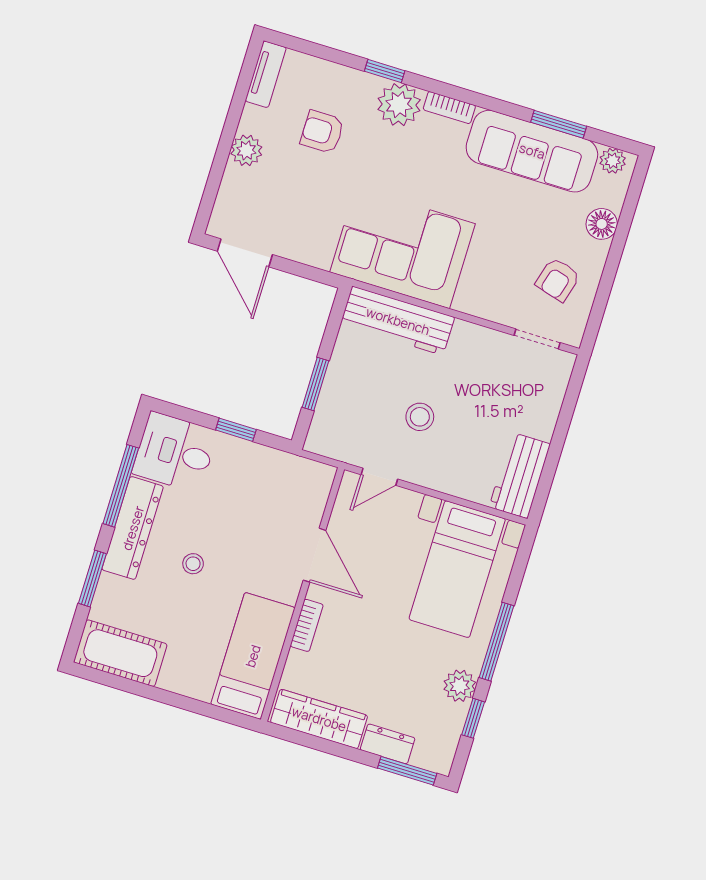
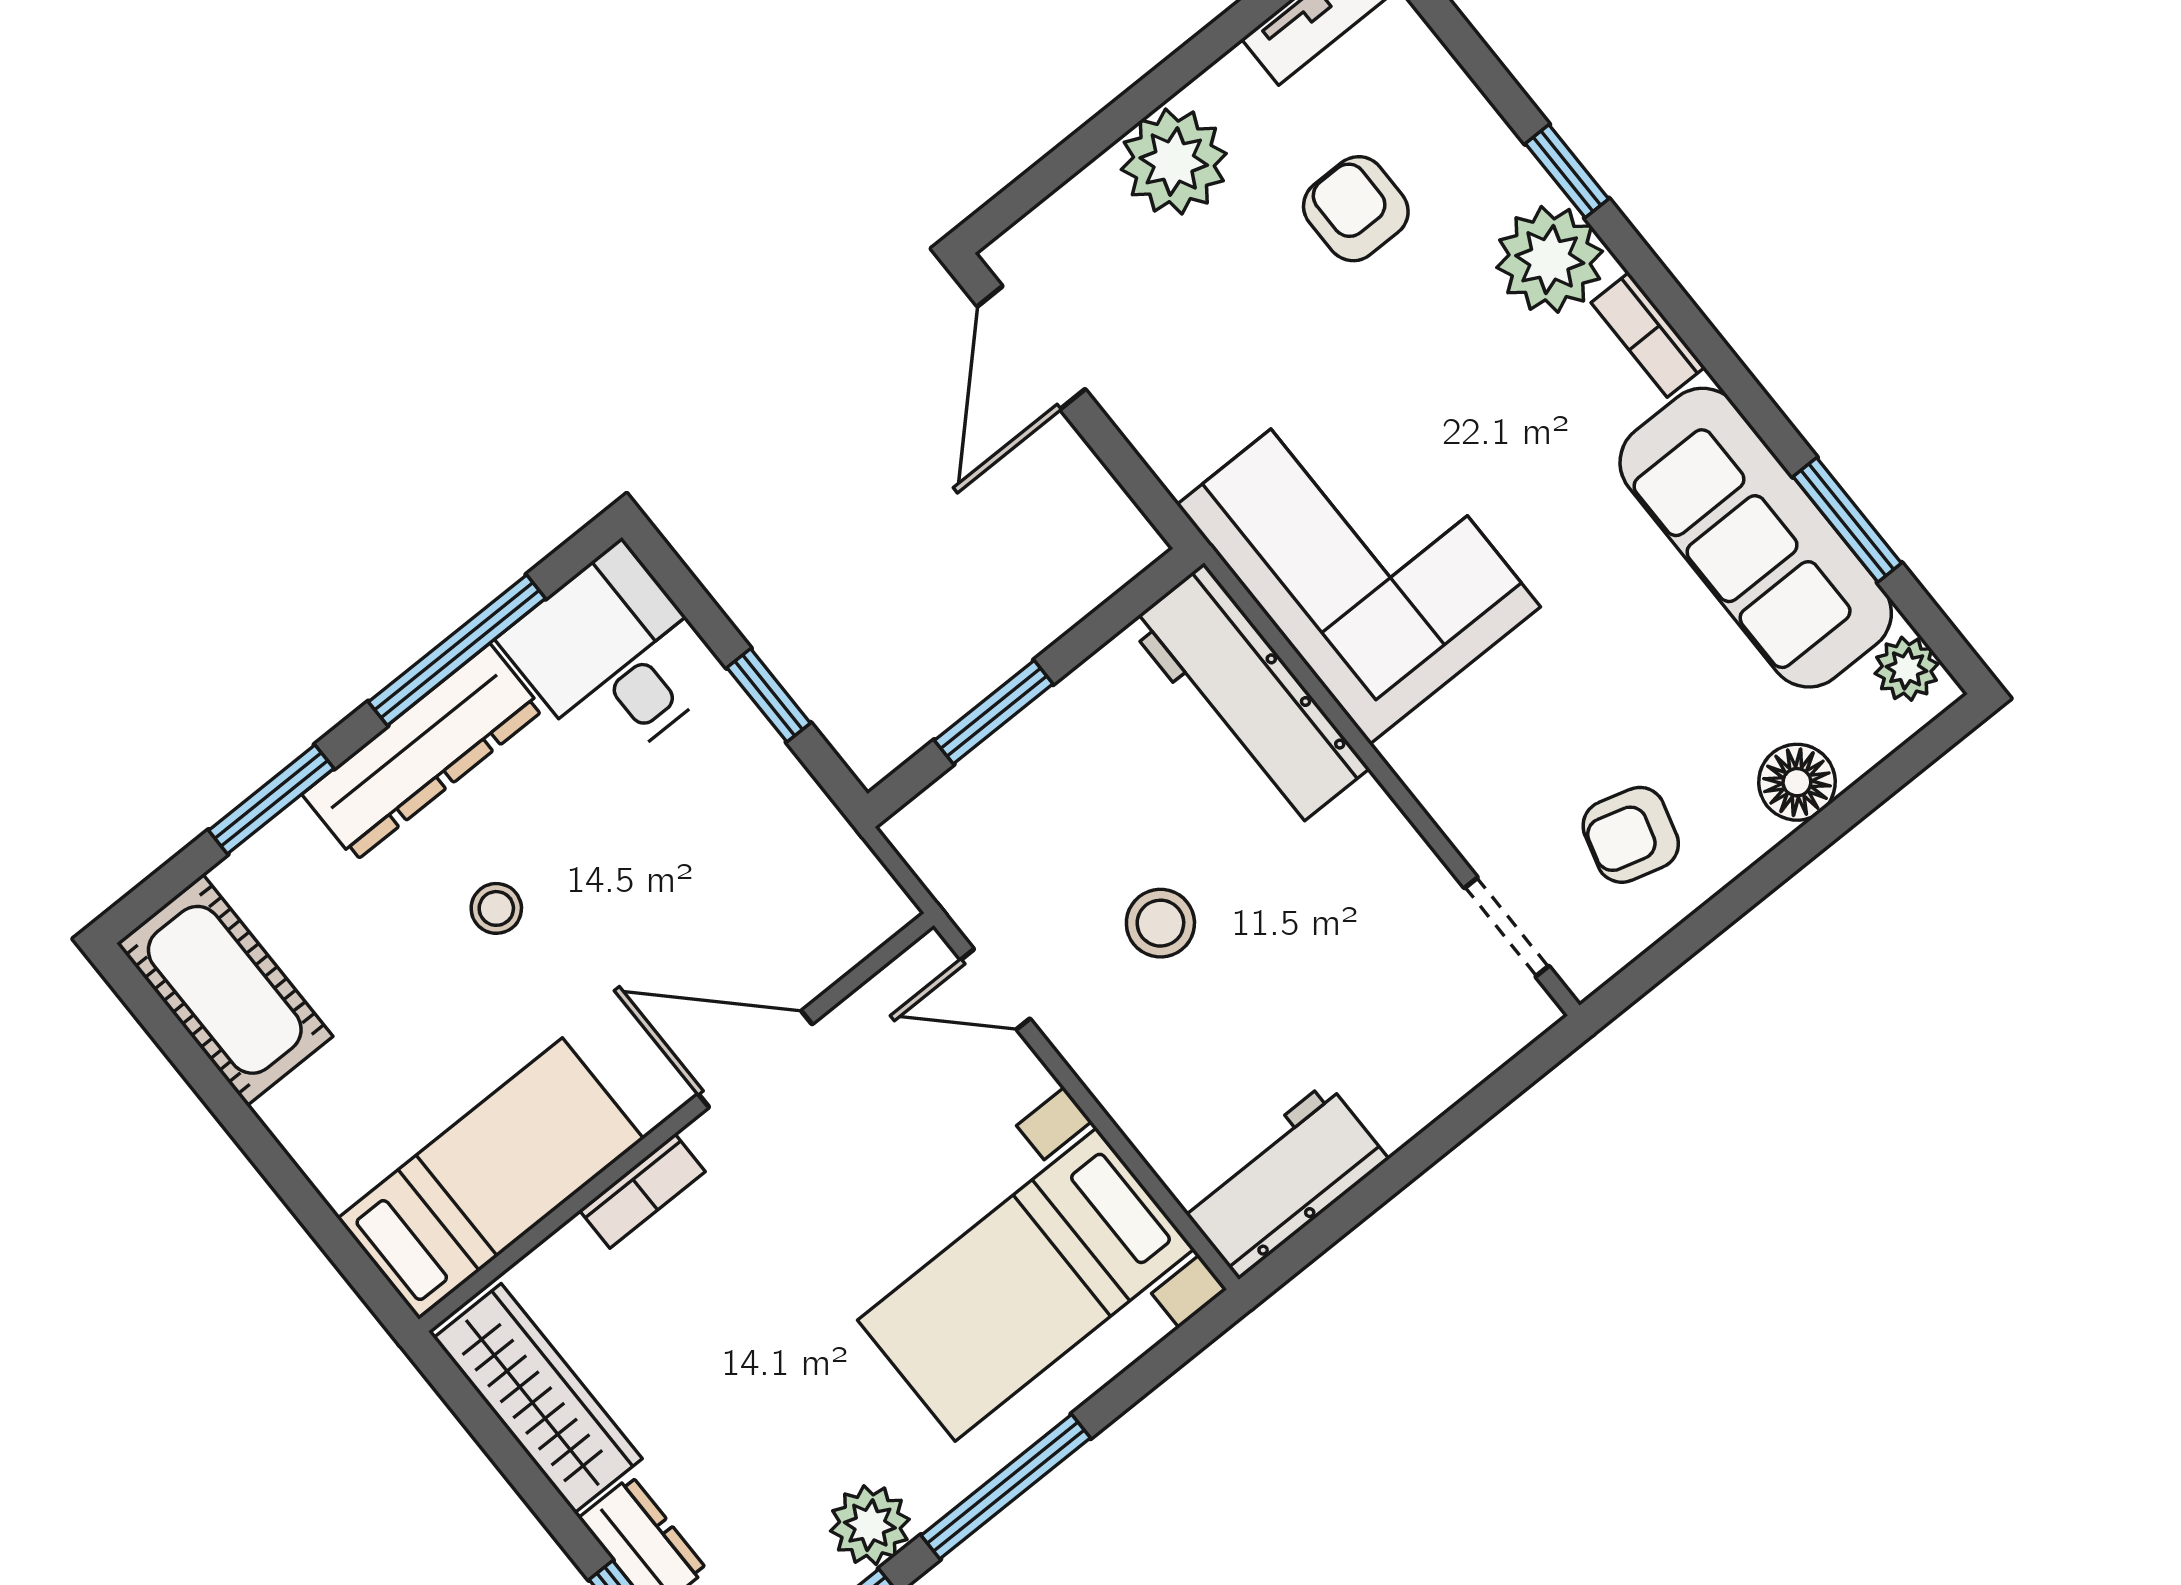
plant: (246, 150) -> (1174, 161), width x1.36, depth x1.36
door: (315, 555) -> (755, 1059), swing flipped

